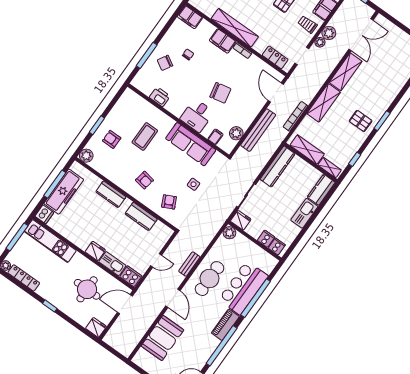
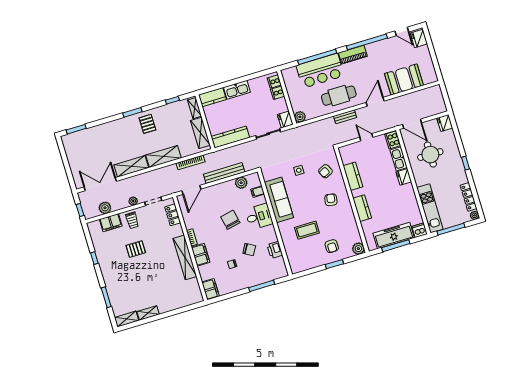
plant: (329, 33) -> (105, 208), moved
chair: (165, 63) -> (249, 250), moved

